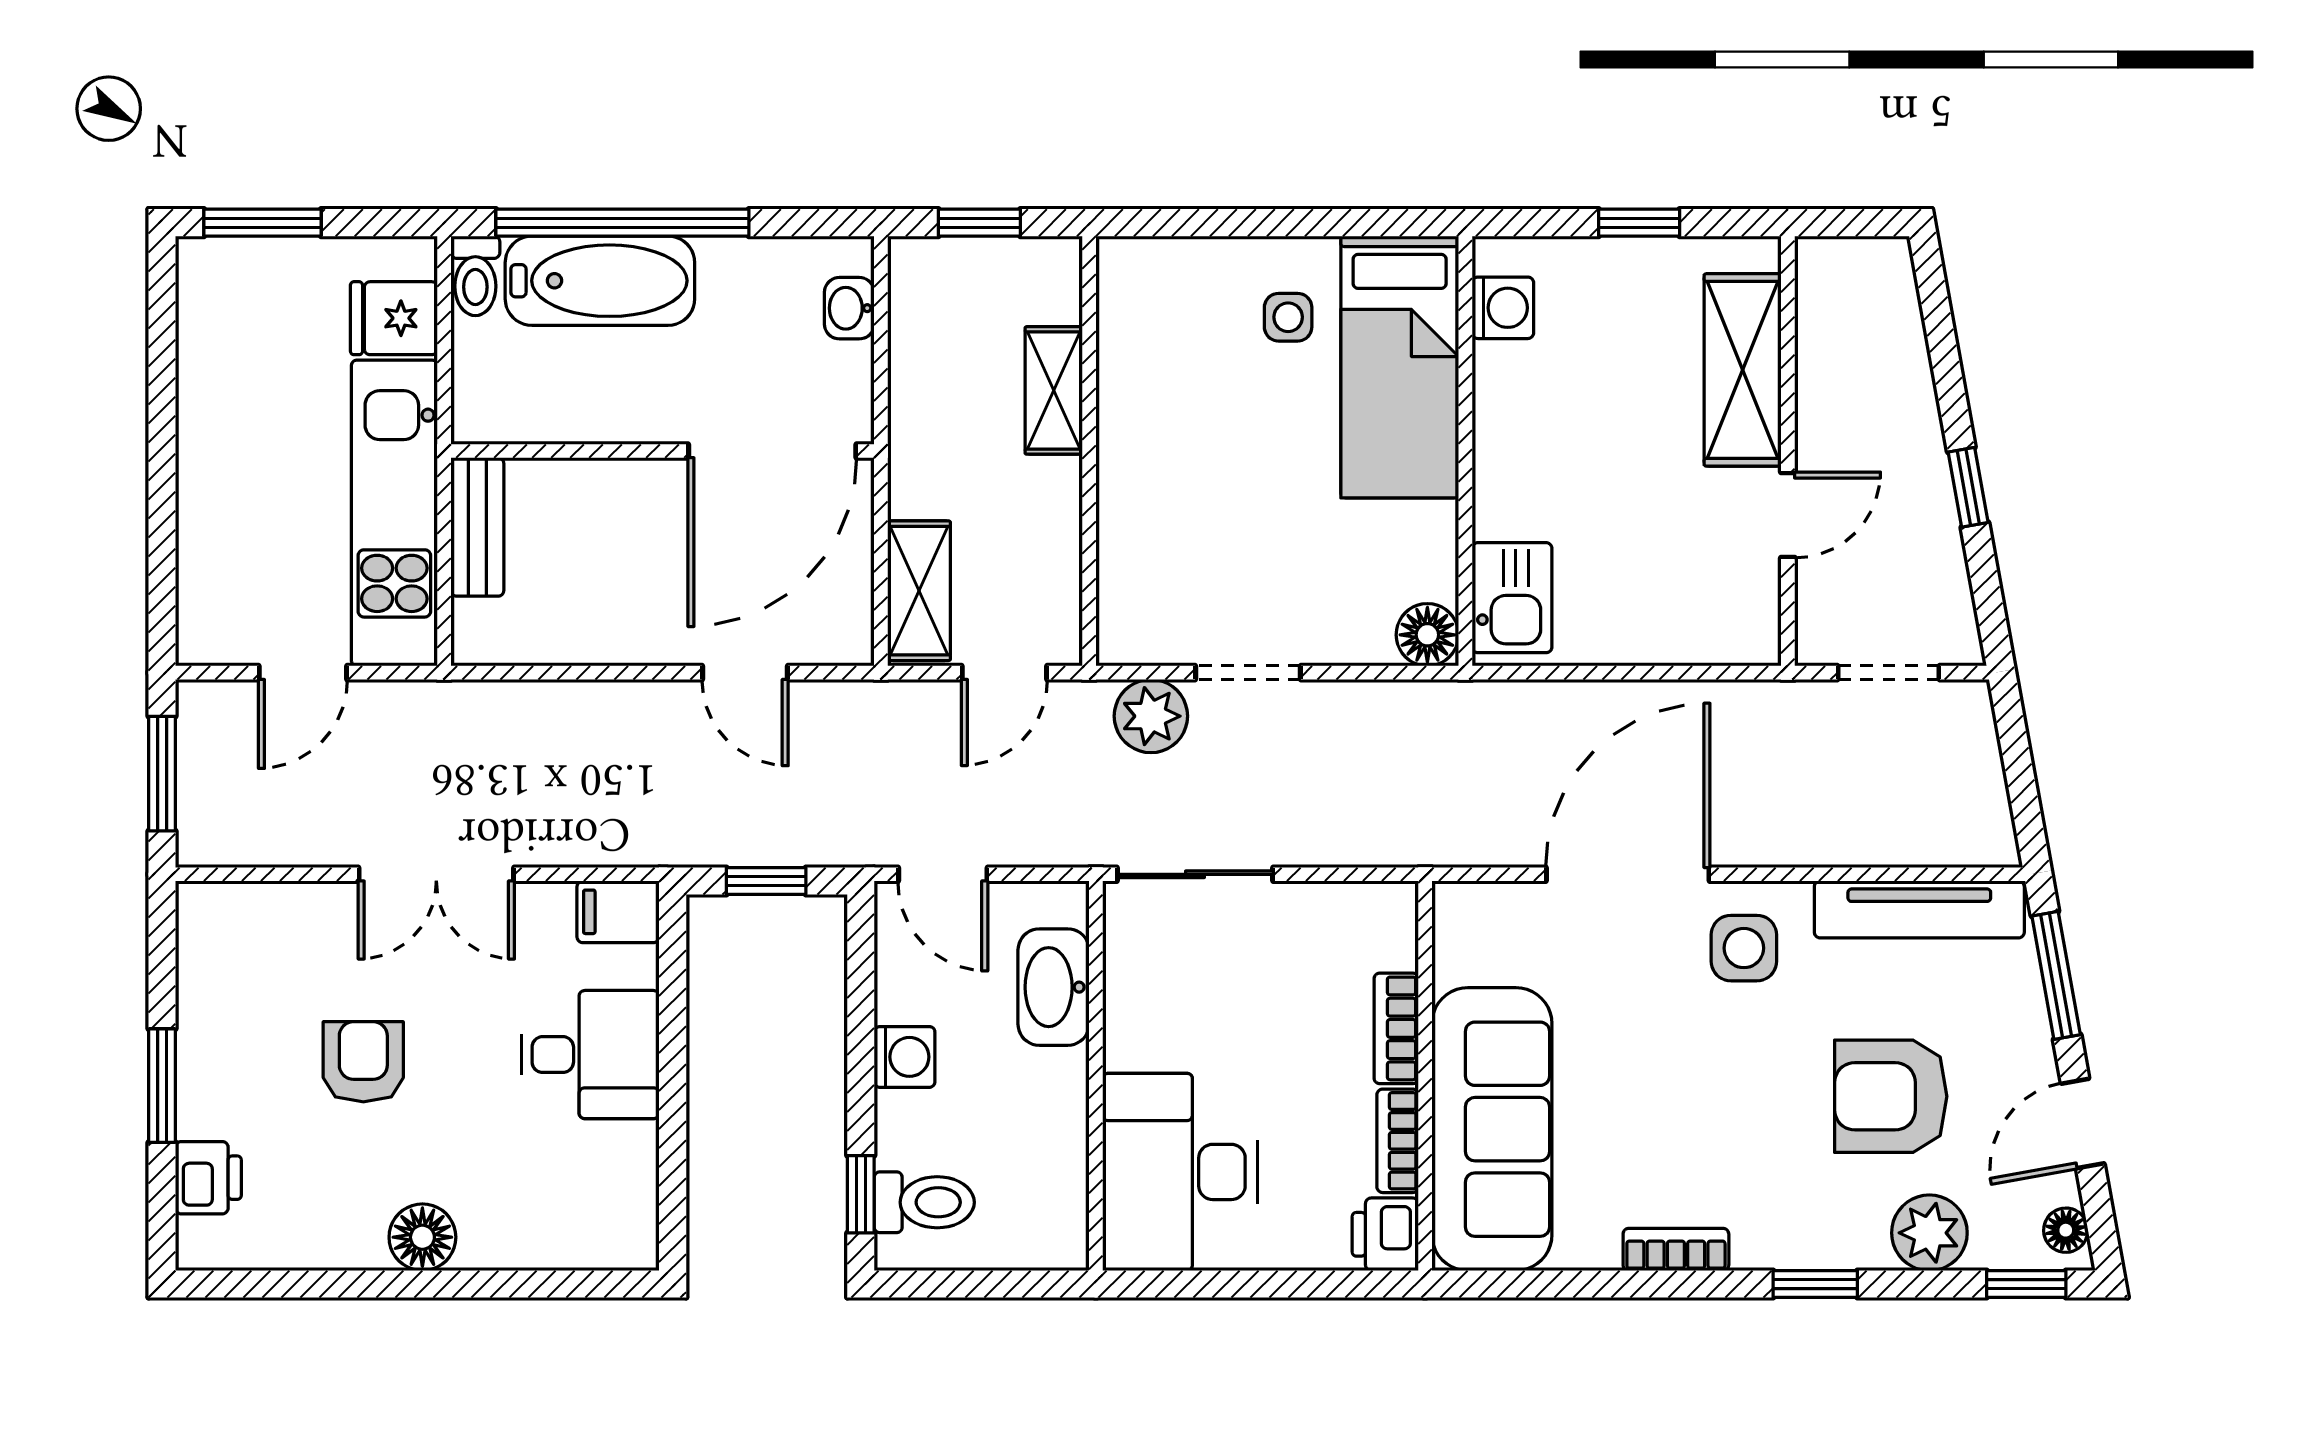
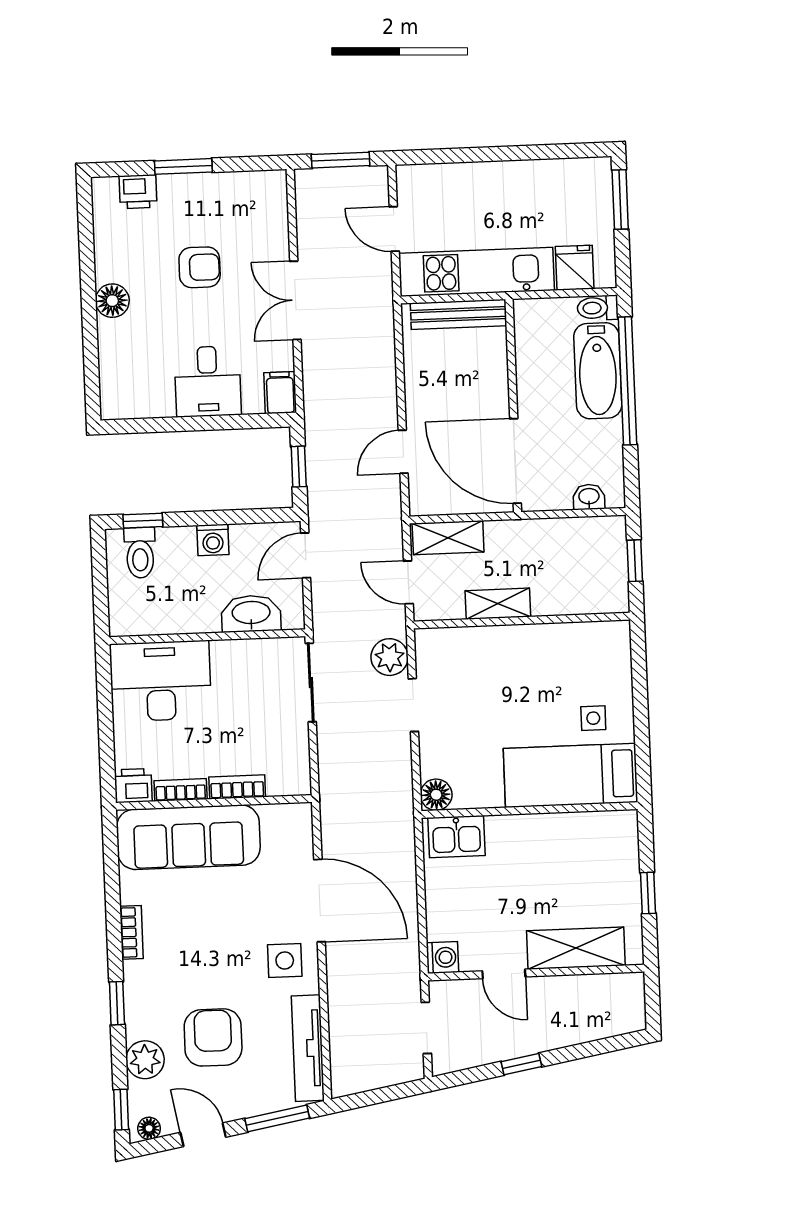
washing machine: (1503, 308) -> (442, 957), moved, turned -90
shelving: (1054, 390) -> (498, 604), moved
bench: (477, 527) -> (459, 314), width x1.36

